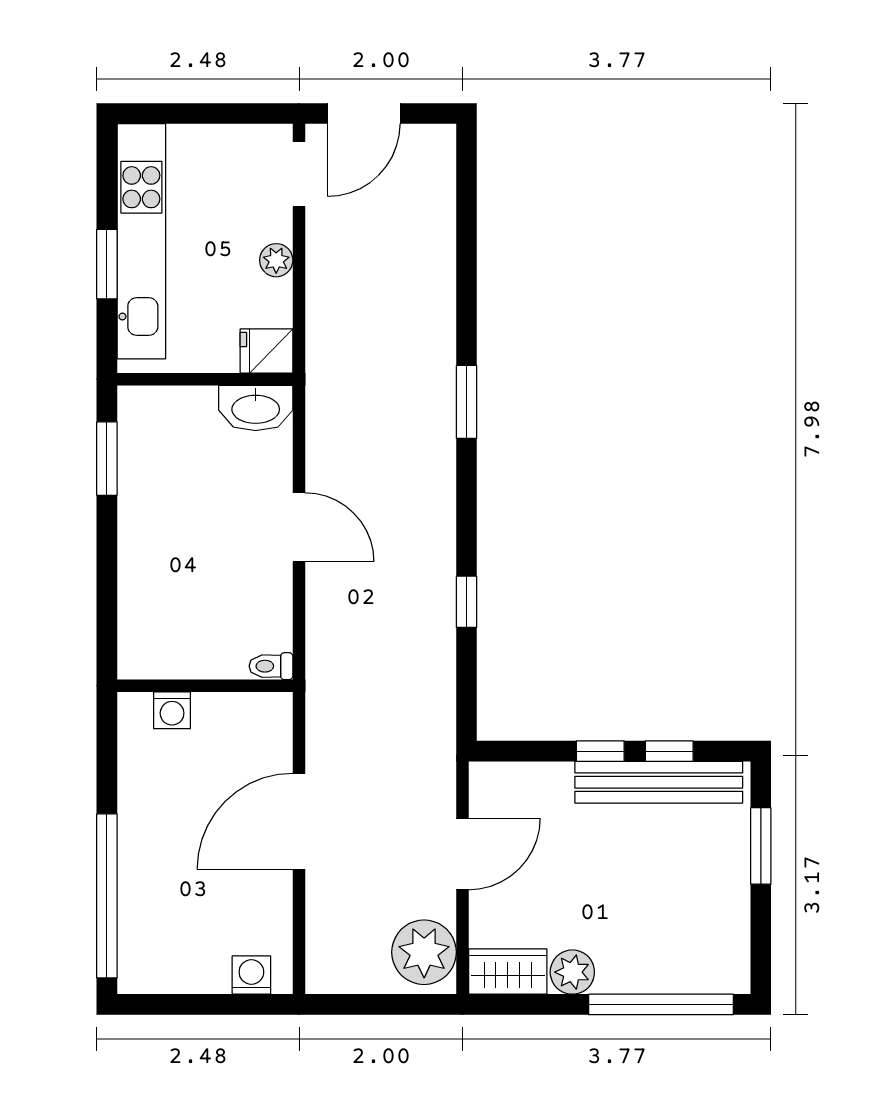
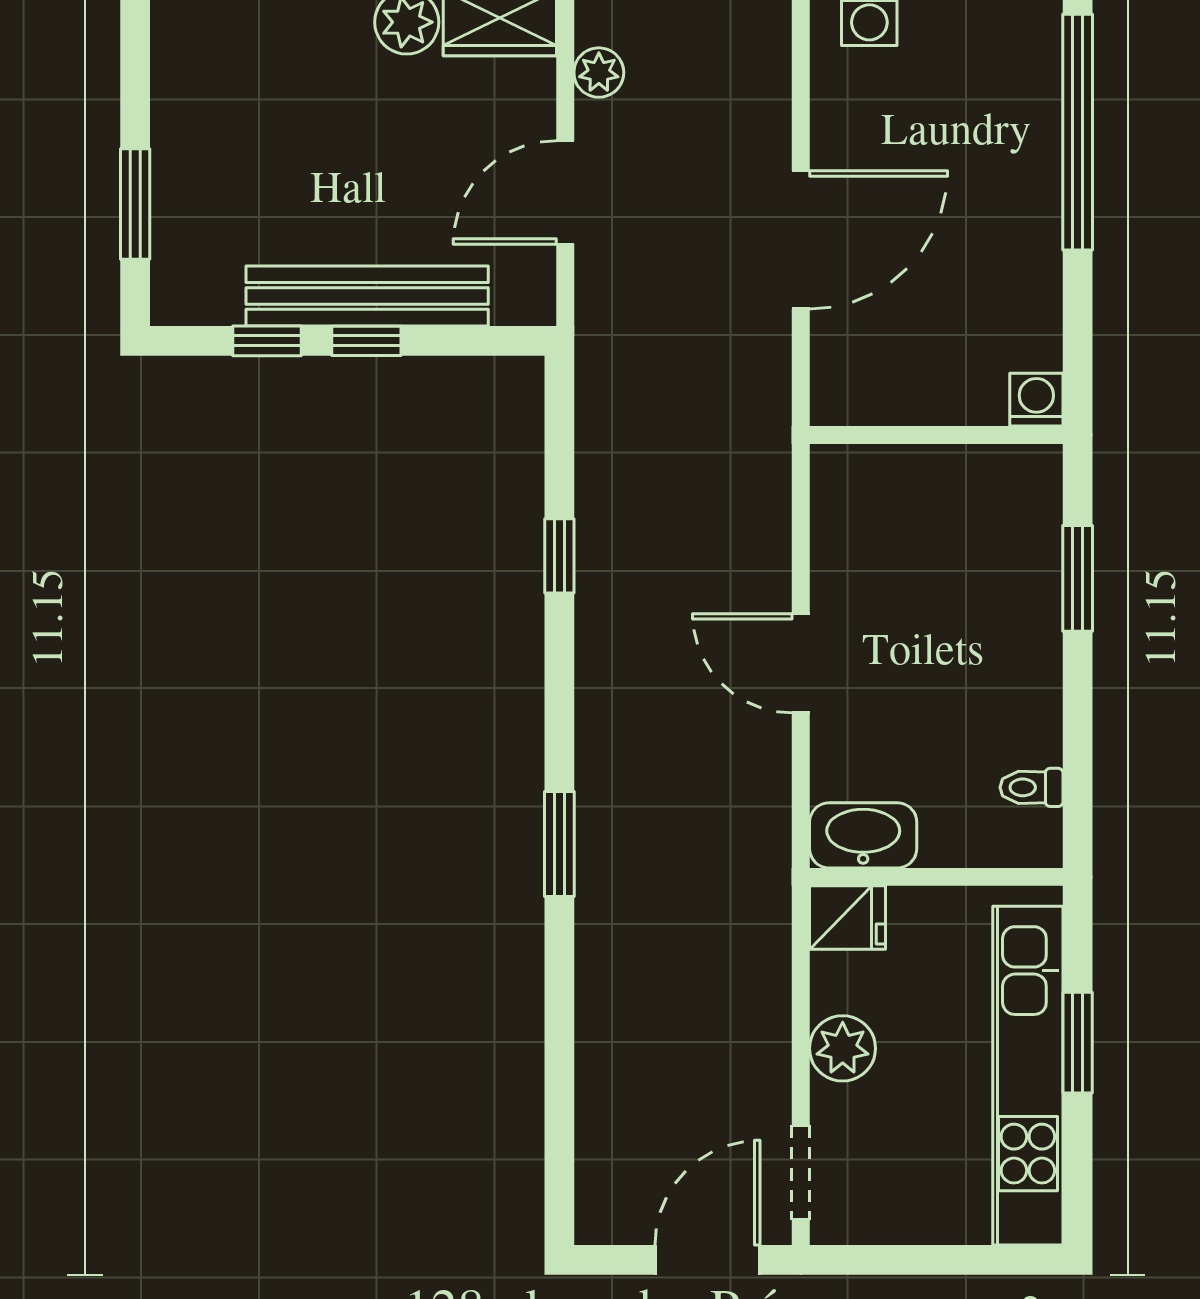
plant: (276, 260) -> (843, 1048), width x1.38, depth x1.38
window: (107, 459) -> (1078, 578), moved
toilet: (271, 666) -> (1031, 787), moved, turned 180
washing machine: (172, 710) -> (1036, 400), moved
bench: (659, 782) -> (367, 296), moved
plant: (424, 952) -> (599, 73), width x0.53, depth x0.53

